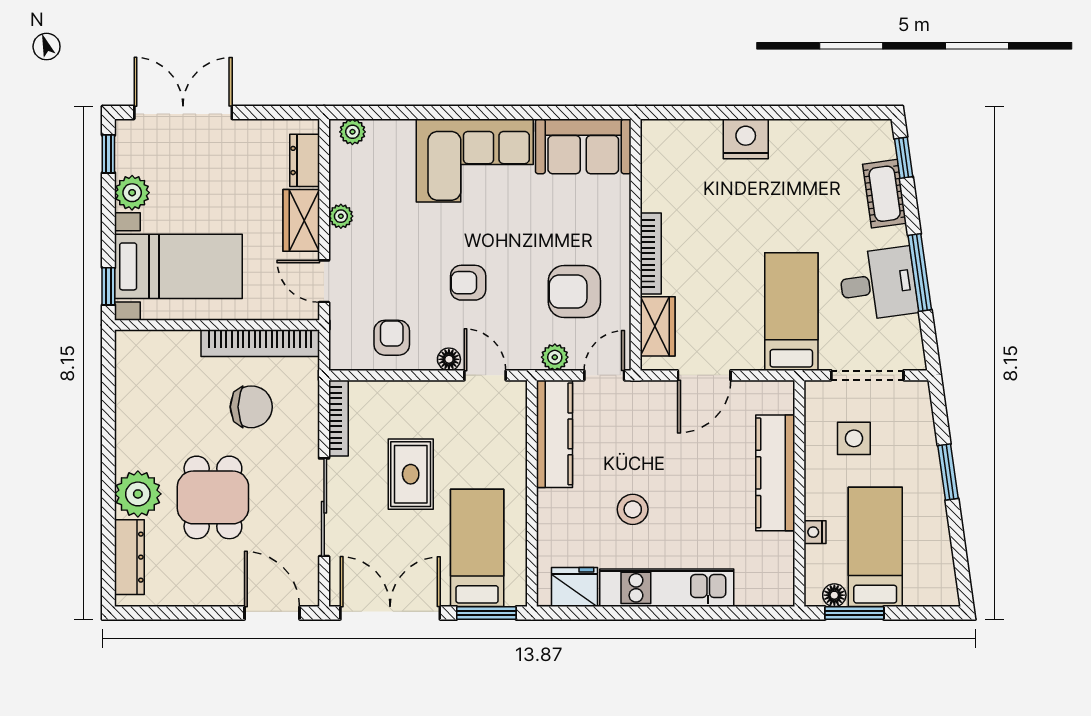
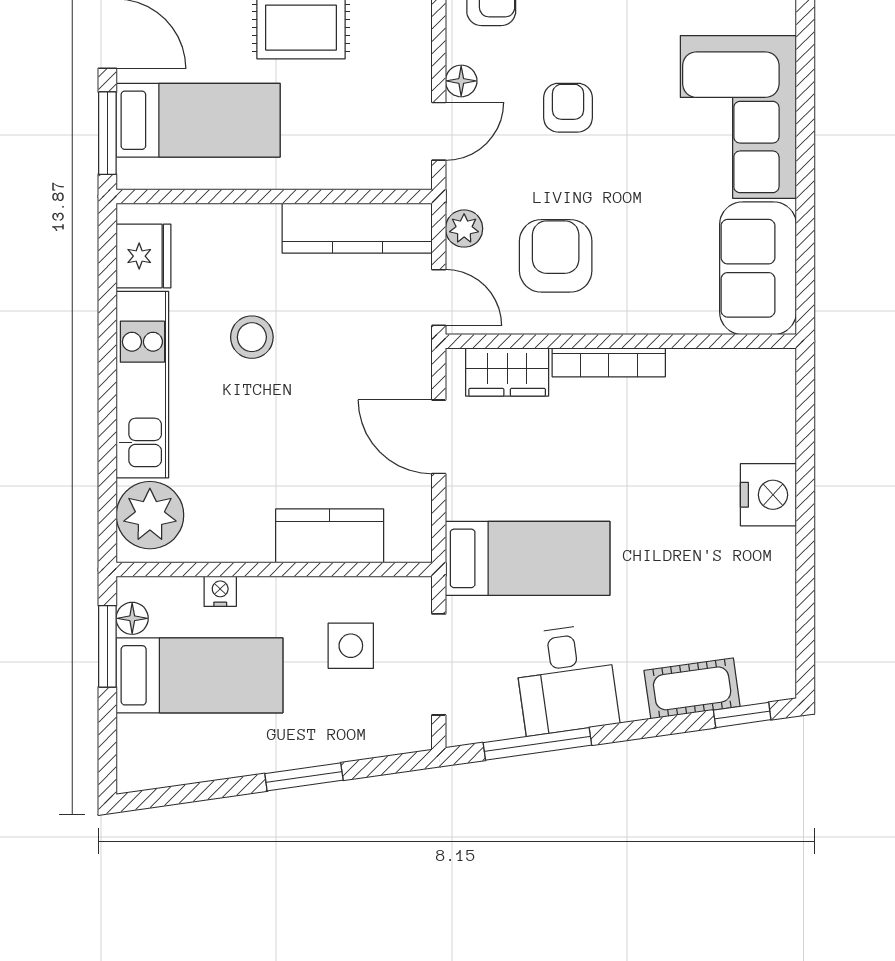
window: (920, 273) -> (537, 744), moved
kitchen counter: (775, 473) -> (330, 536), width x0.67
plant: (760, 582) -> (150, 515), added

